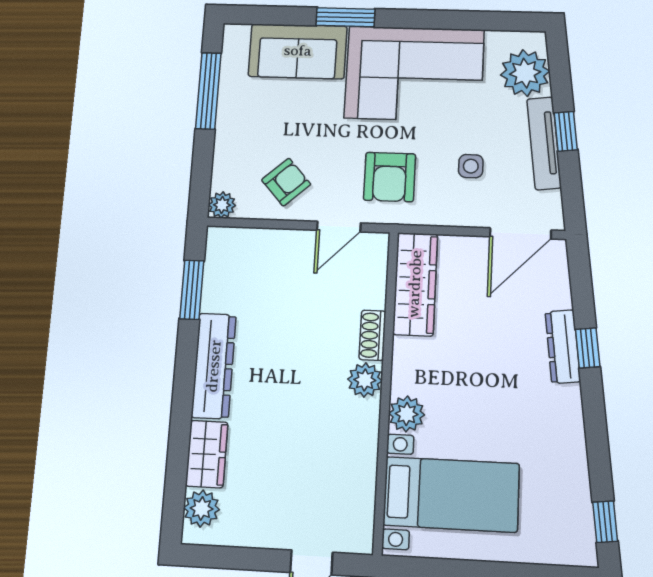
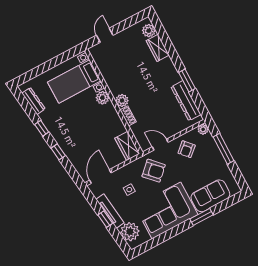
window: (208, 91) -> (223, 149), moved
armchair: (390, 177) -> (154, 171), turned 136
door: (339, 227) -> (160, 145), hinge flipped
wardrobe: (415, 284) -> (127, 146), width x0.67
window: (192, 290) -> (187, 81), moved
dresser: (563, 347) -> (33, 101), moved
dresser: (214, 366) -> (186, 101), moved
window: (605, 522) -> (42, 128), moved

